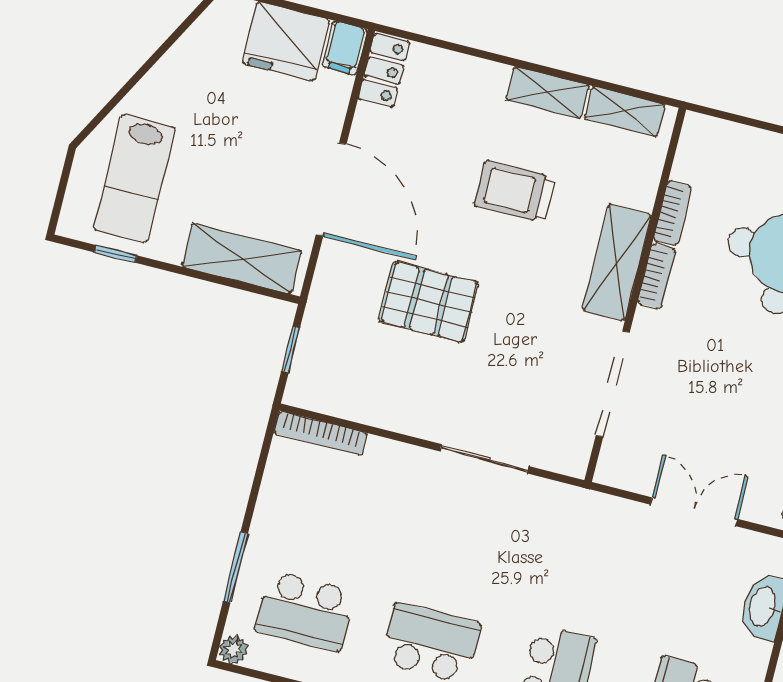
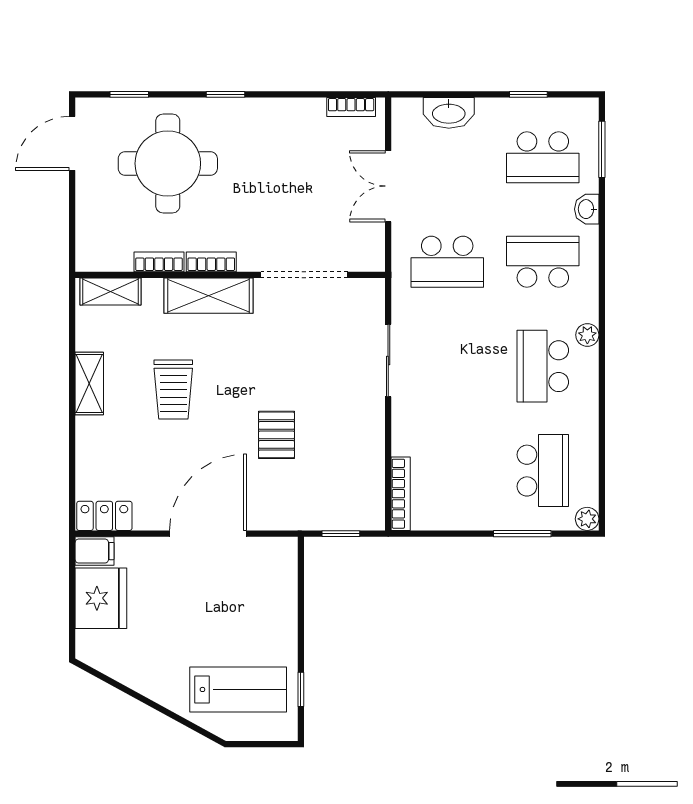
shelving: (625, 112) -> (111, 291), moved, turned 90
shelving: (242, 259) -> (280, 590), removed
pallet: (429, 302) -> (277, 435), width x0.67, depth x0.71
school desk: (585, 560) -> (447, 262), added

